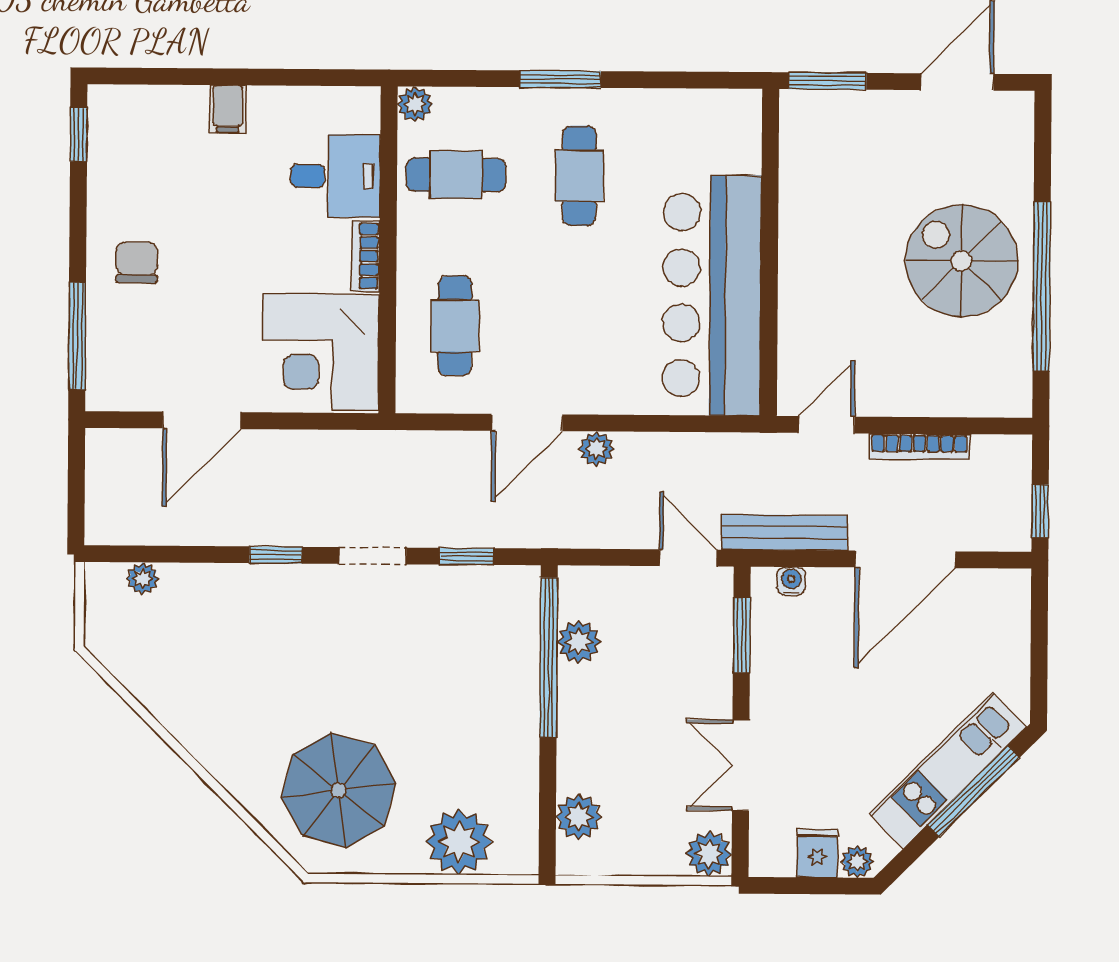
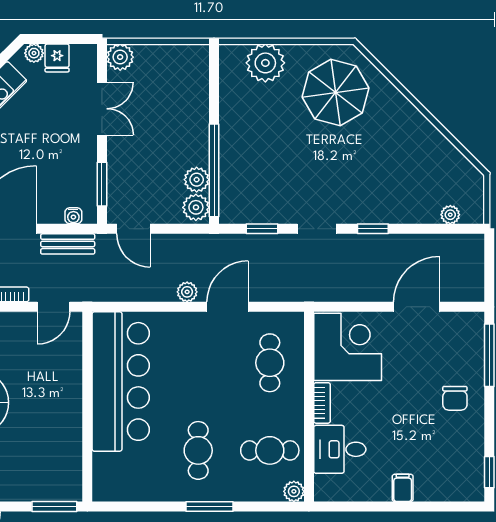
bench: (785, 533) -> (68, 244), width x0.73
plant: (579, 817) -> (196, 207), moved

